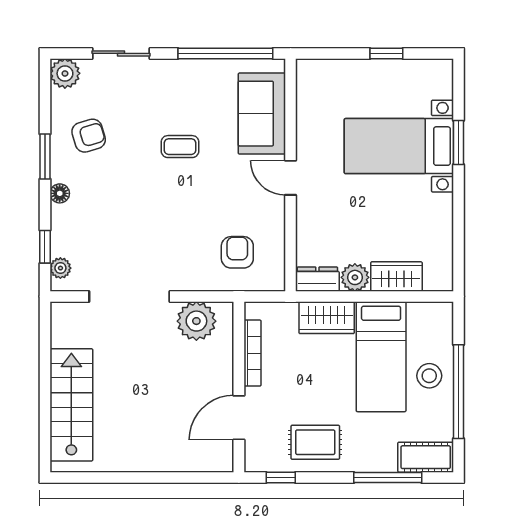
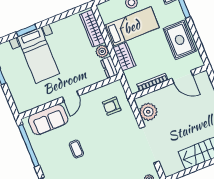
wardrobe: (396, 276) -> (92, 28), width x1.50
rug: (315, 442) -> (180, 40), width x1.36, depth x1.43
window: (281, 477) -> (201, 49), removed

